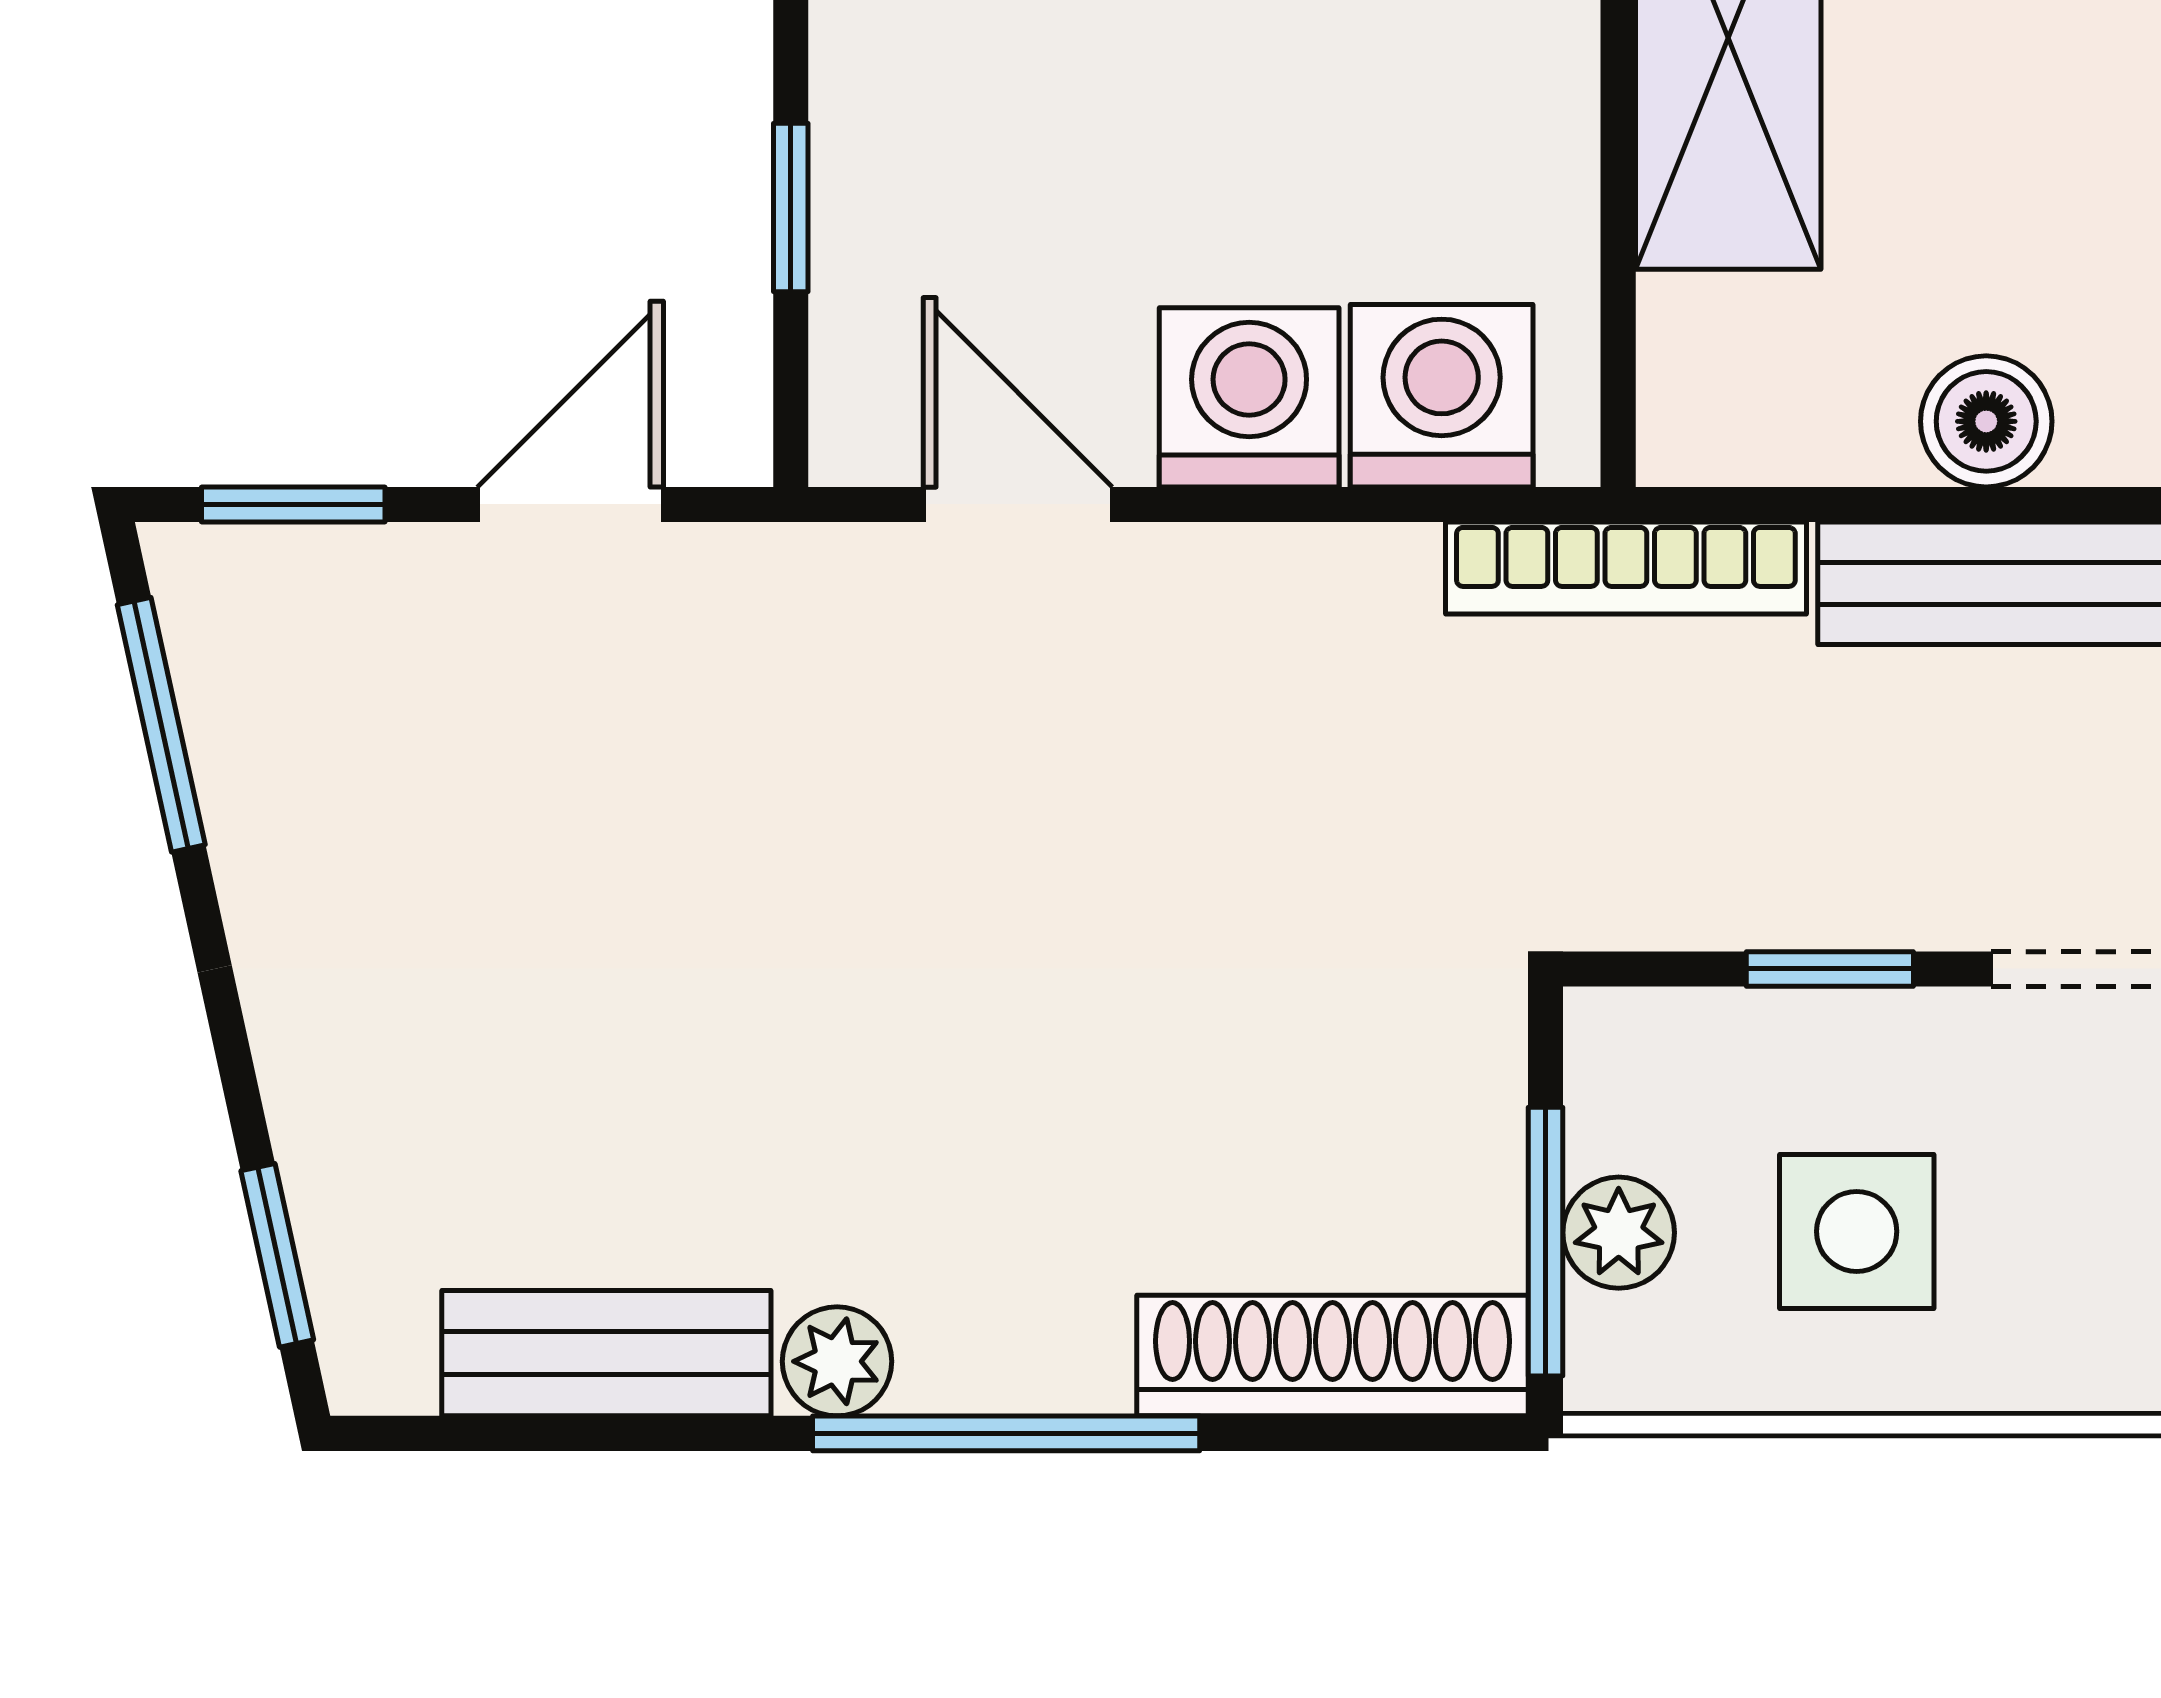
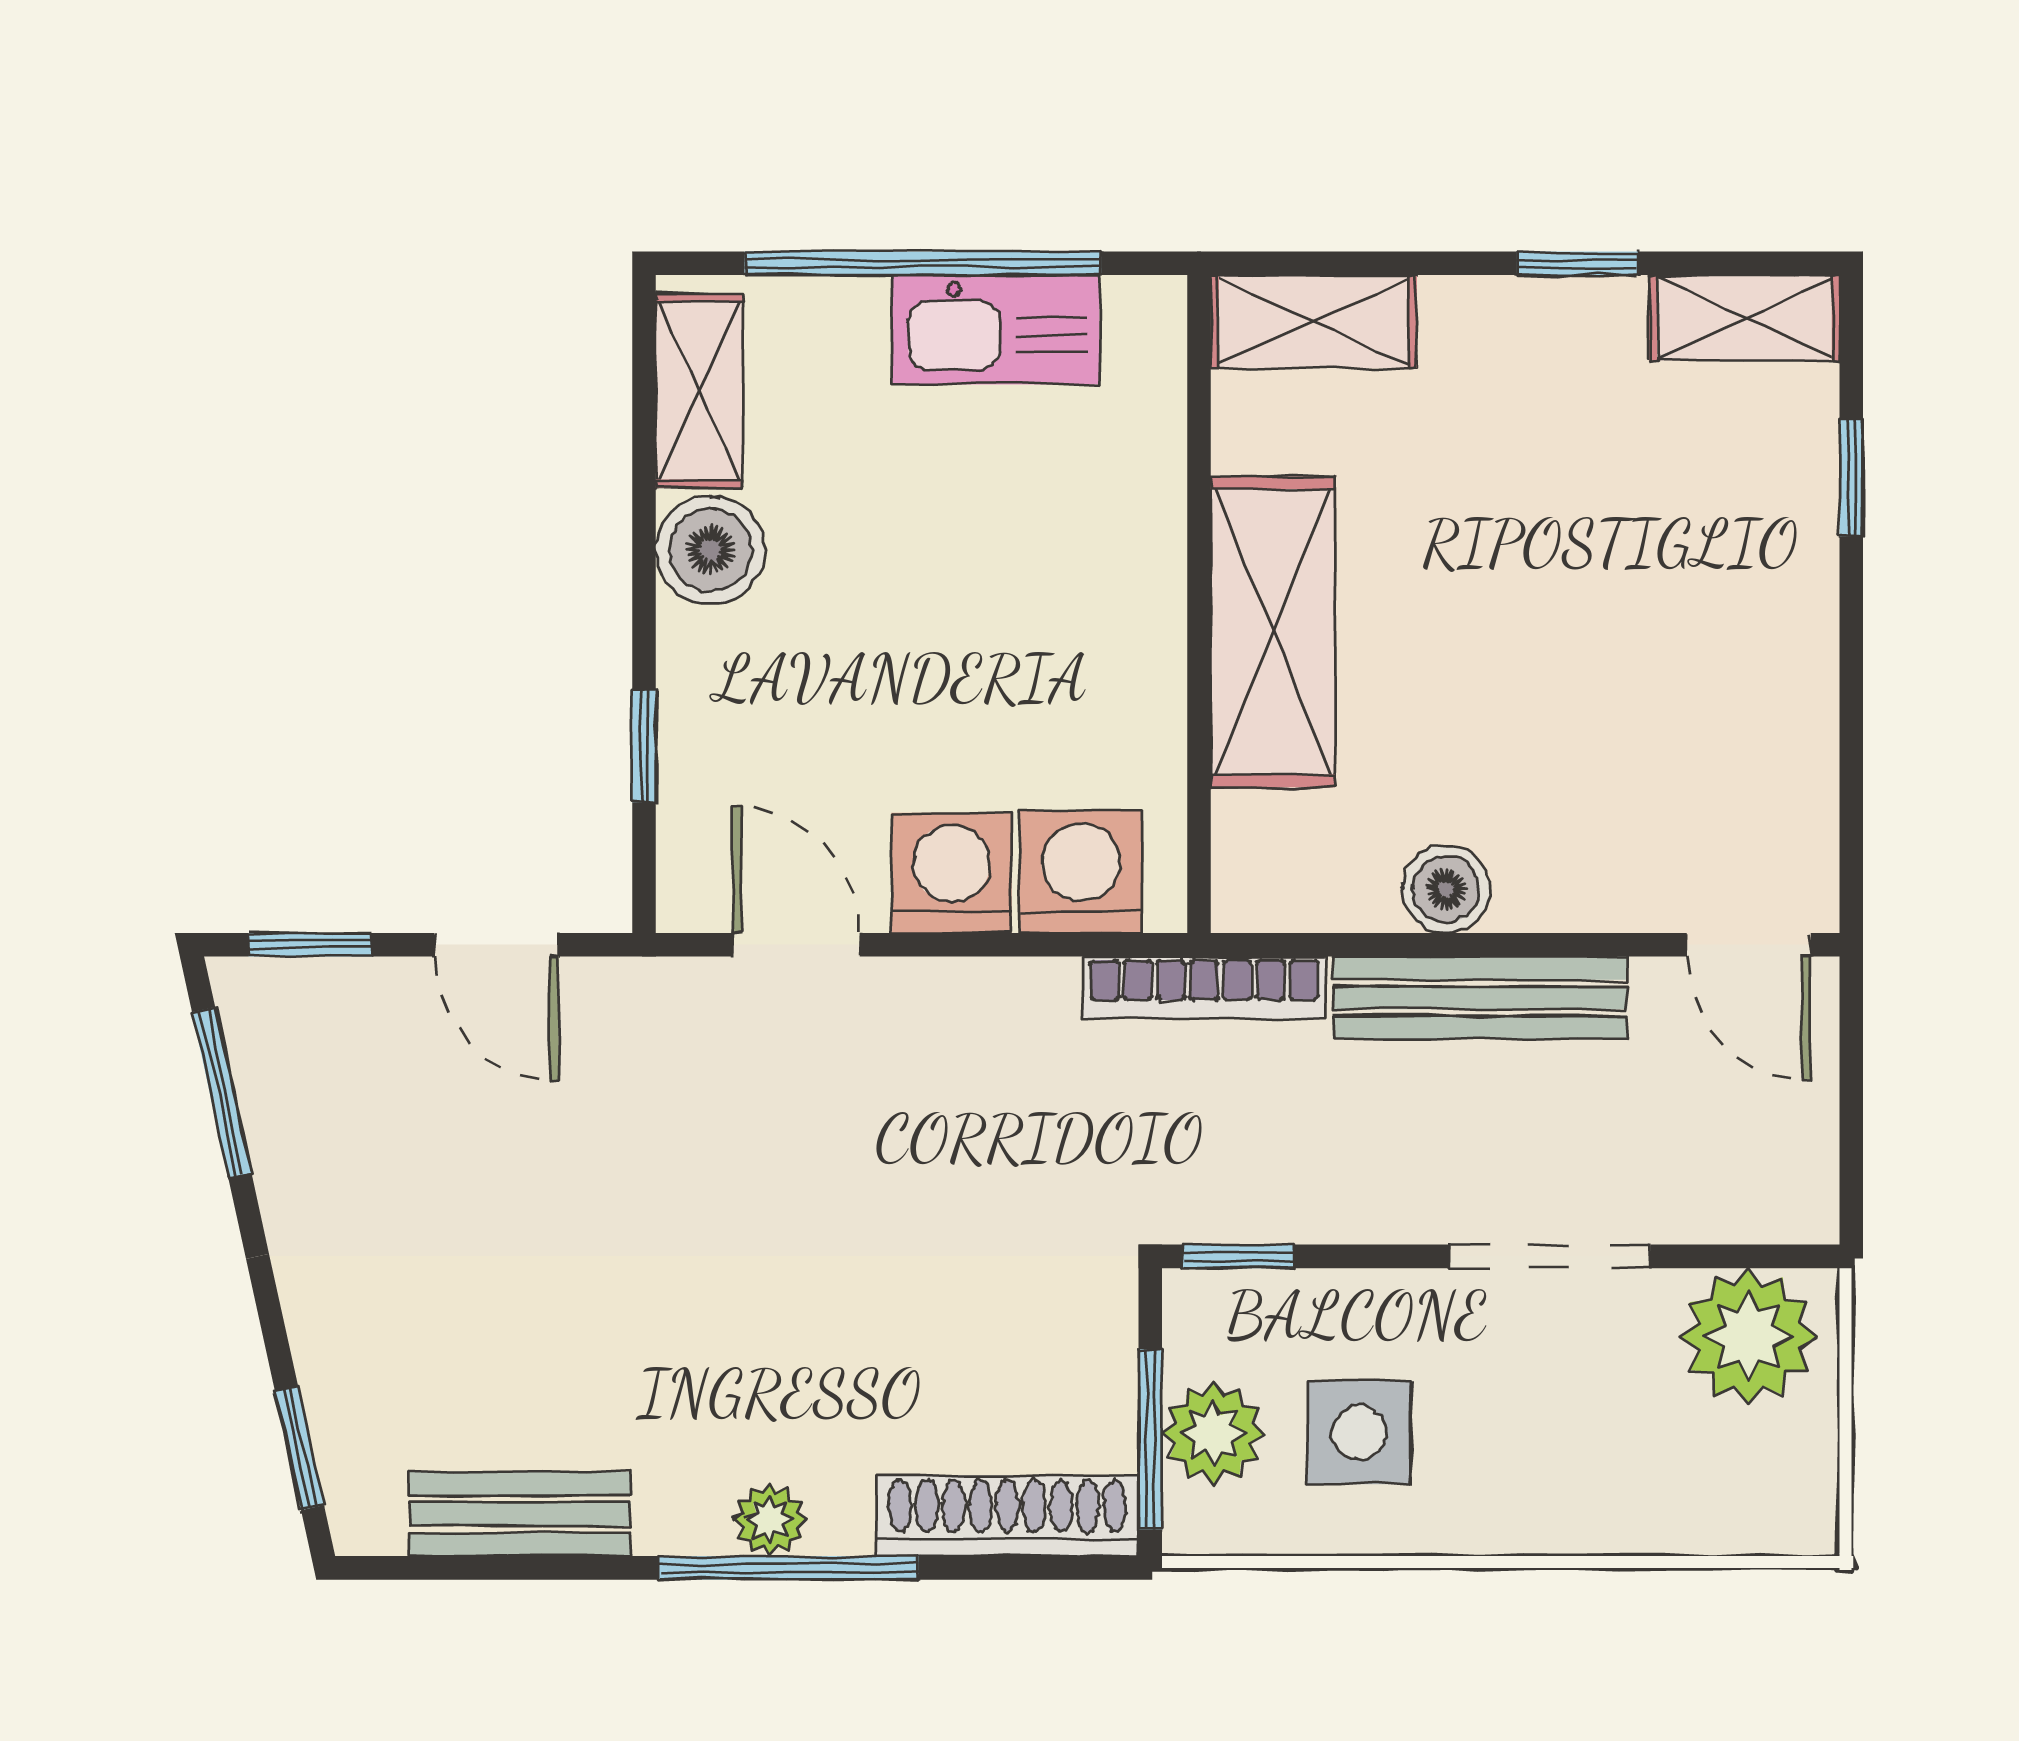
door: (570, 504) -> (496, 945), swing flipped
window: (1830, 969) -> (1239, 1256), moved
plant: (1619, 1233) -> (1213, 1433), width x1.38, depth x1.38
plant: (837, 1361) -> (770, 1520), moved

